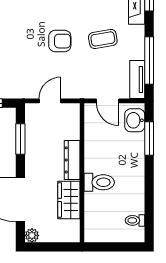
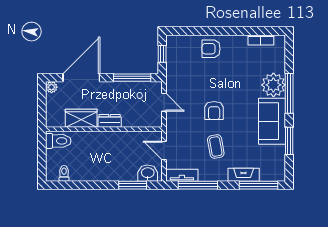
door: (108, 101) -> (164, 151), hinge flipped
window: (20, 139) -> (132, 78), width x1.44
dresser: (72, 160) -> (110, 121), width x0.70
toilet: (99, 182) -> (58, 141), moved, turned -90

